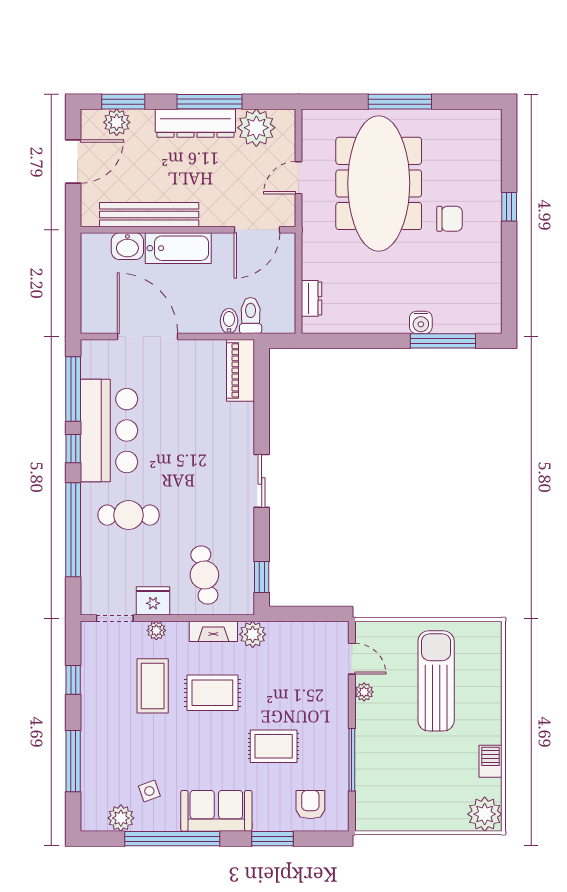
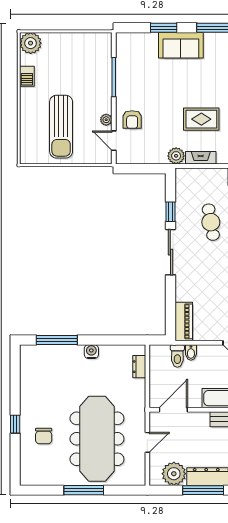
chair: (450, 219) -> (44, 436), moved, turned -90
water cooler: (421, 322) -> (91, 352), moved
sliding door: (262, 481) -> (170, 252), width x1.37
cafe table: (204, 575) -> (211, 222), moved
window: (262, 577) -> (170, 212), moved
rug: (274, 746) -> (163, 86), removed
armchair: (310, 805) -> (132, 120), moved
sofa: (216, 811) -> (181, 45), moved

